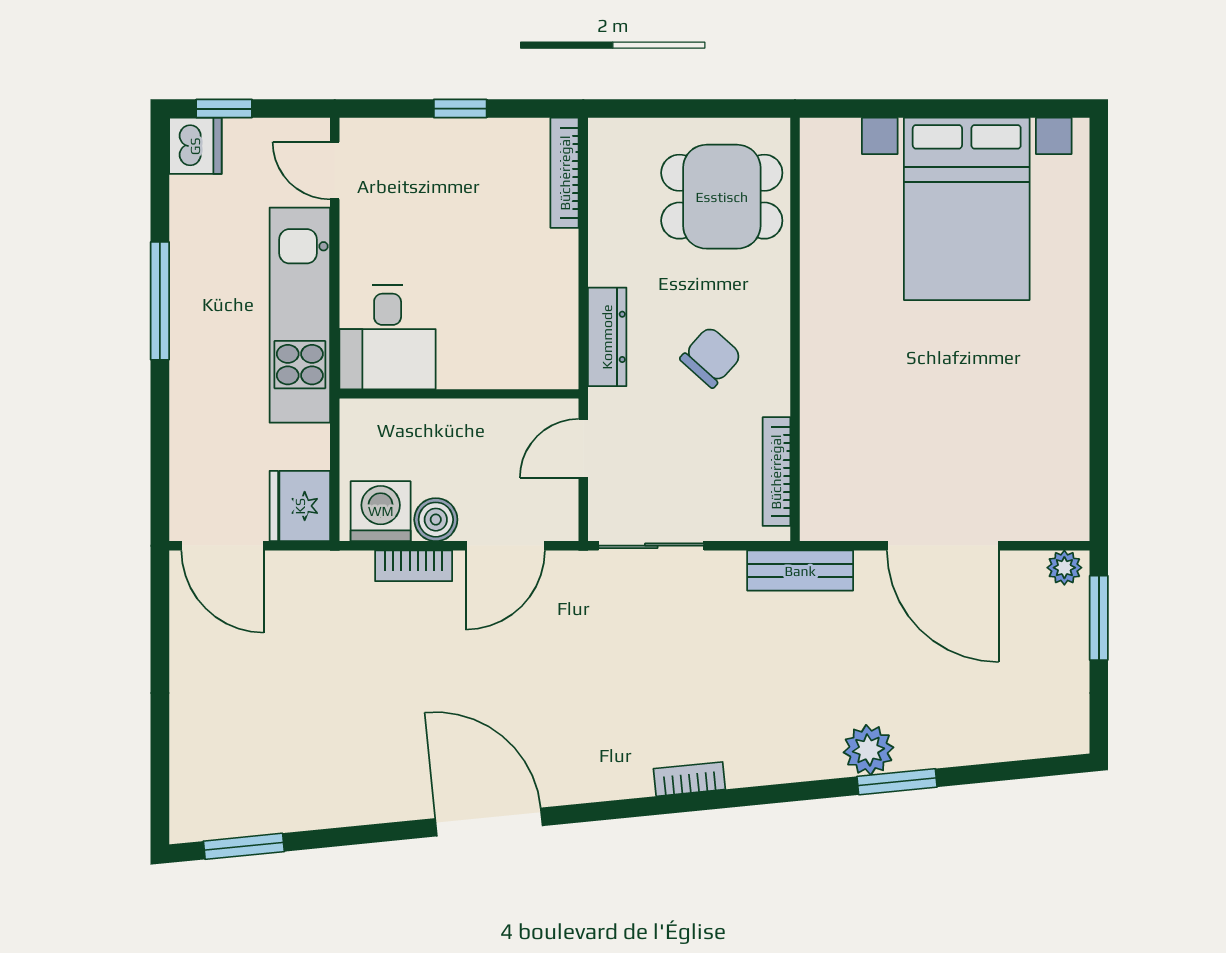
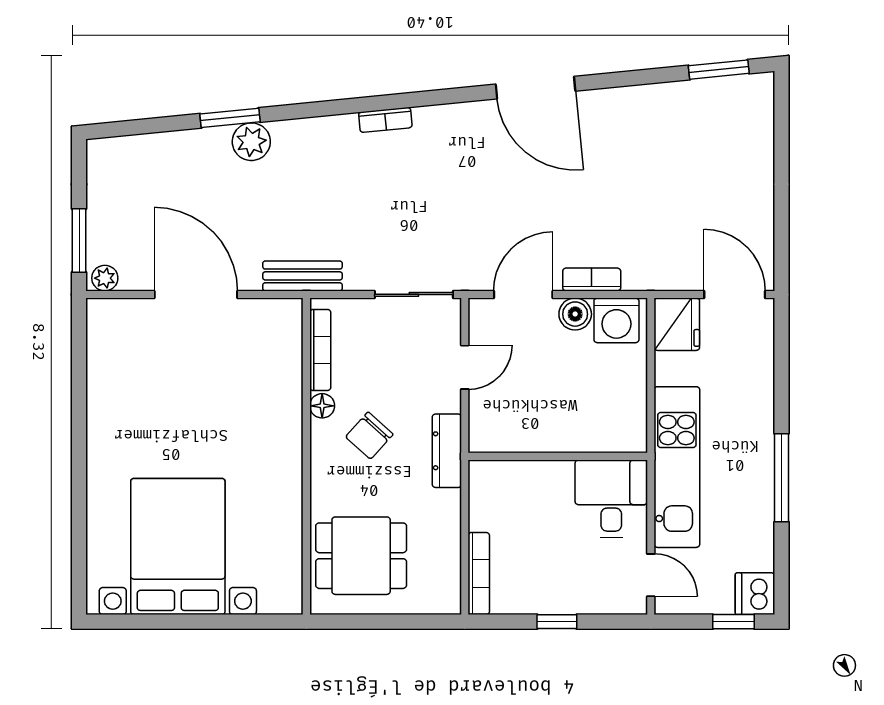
desk: (388, 337) -> (611, 499), moved
wall: (459, 394) -> (558, 456), moved
floor lamp: (774, 397) -> (322, 406), added

